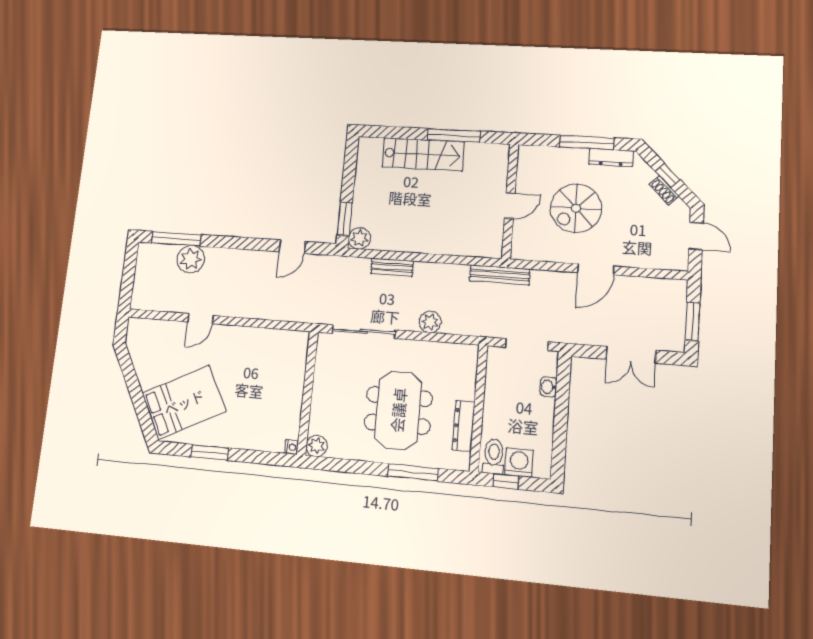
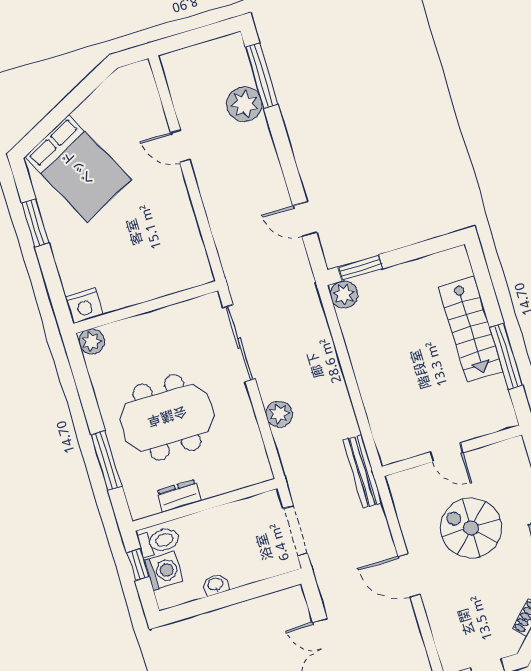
bench: (392, 267) -> (325, 346), removed
washbasin: (548, 387) -> (216, 585), moved
dresser: (464, 426) -> (179, 496), width x0.70
nightstand: (291, 447) -> (84, 306), width x1.89, depth x1.79

